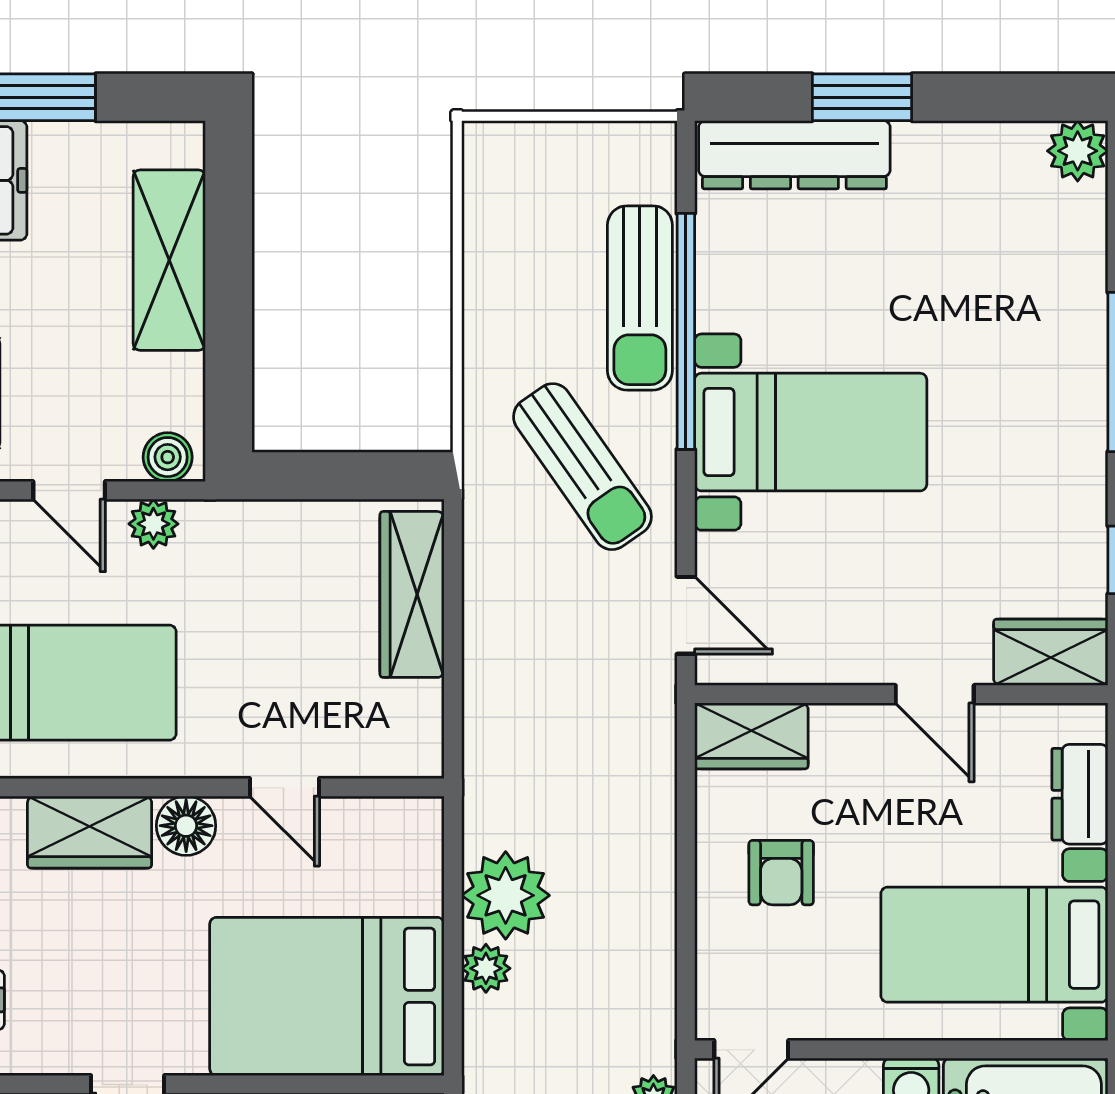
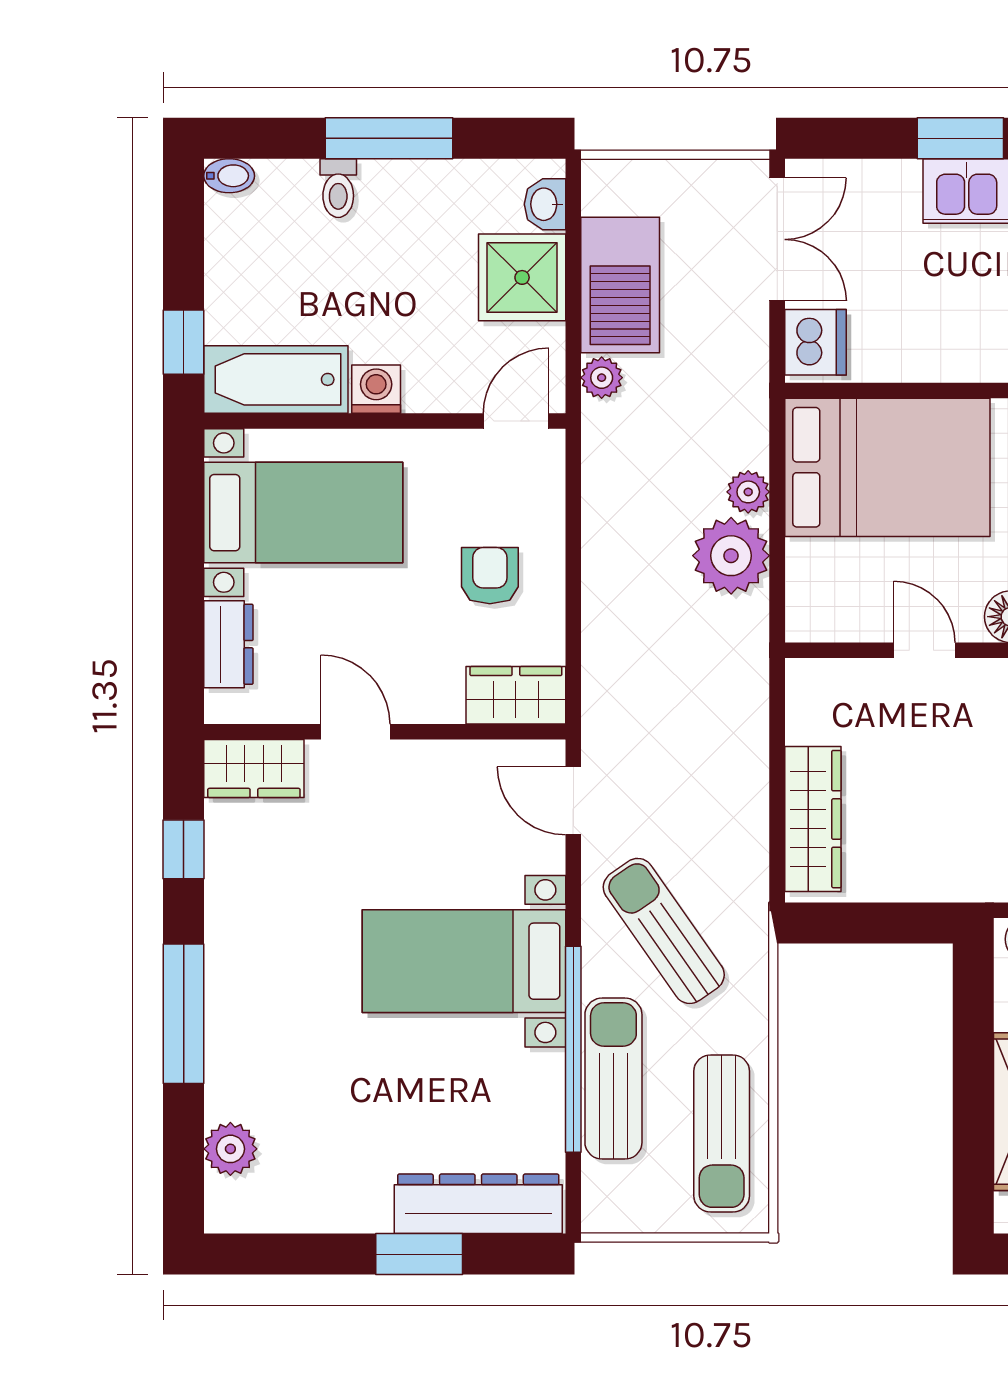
plant: (1078, 151) -> (230, 1149), moved
sun lounger: (516, 235) -> (722, 1134), added

